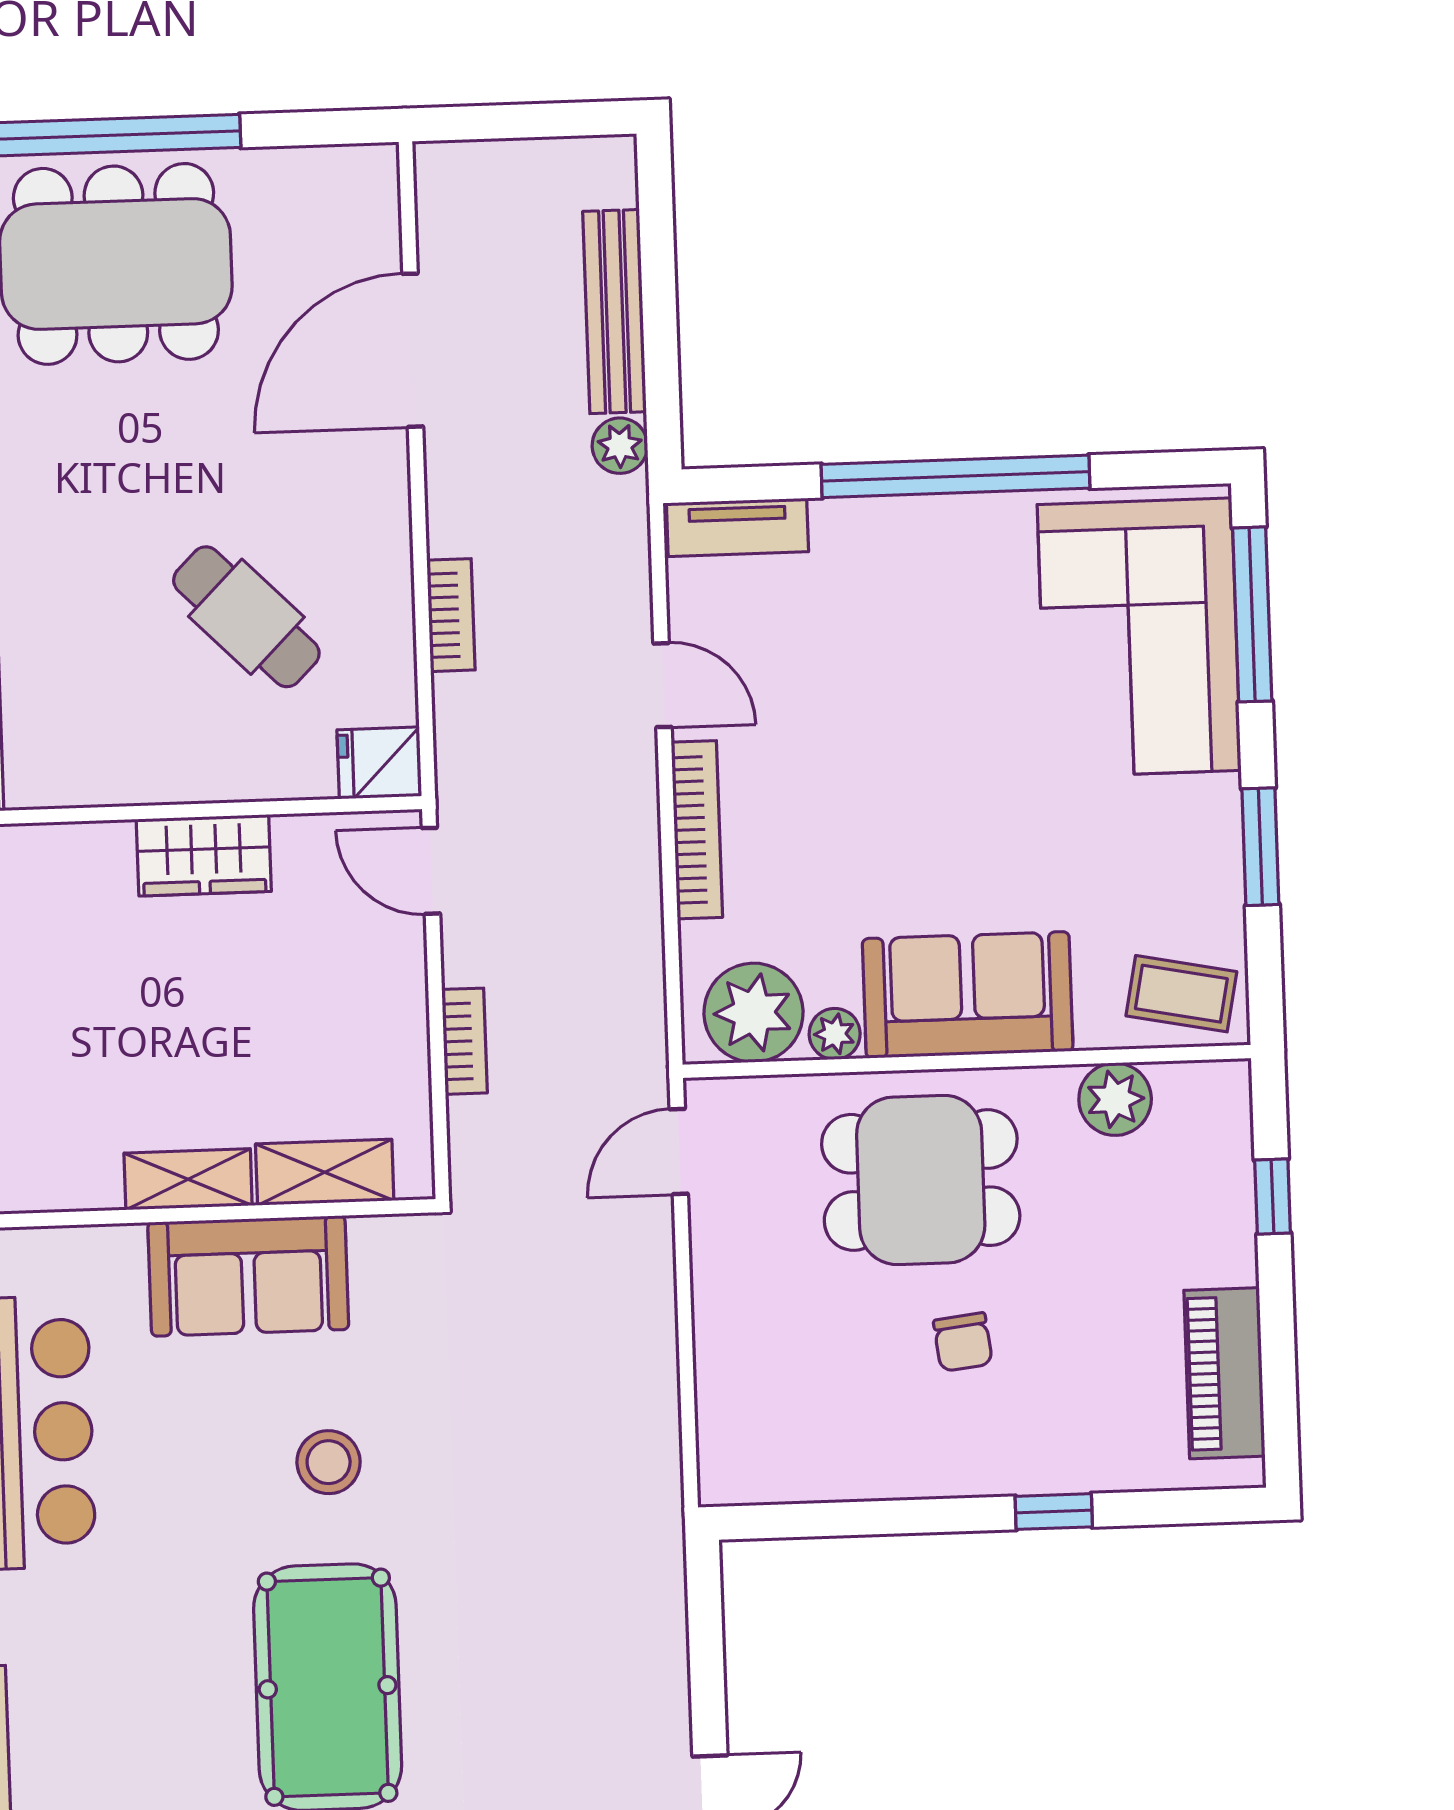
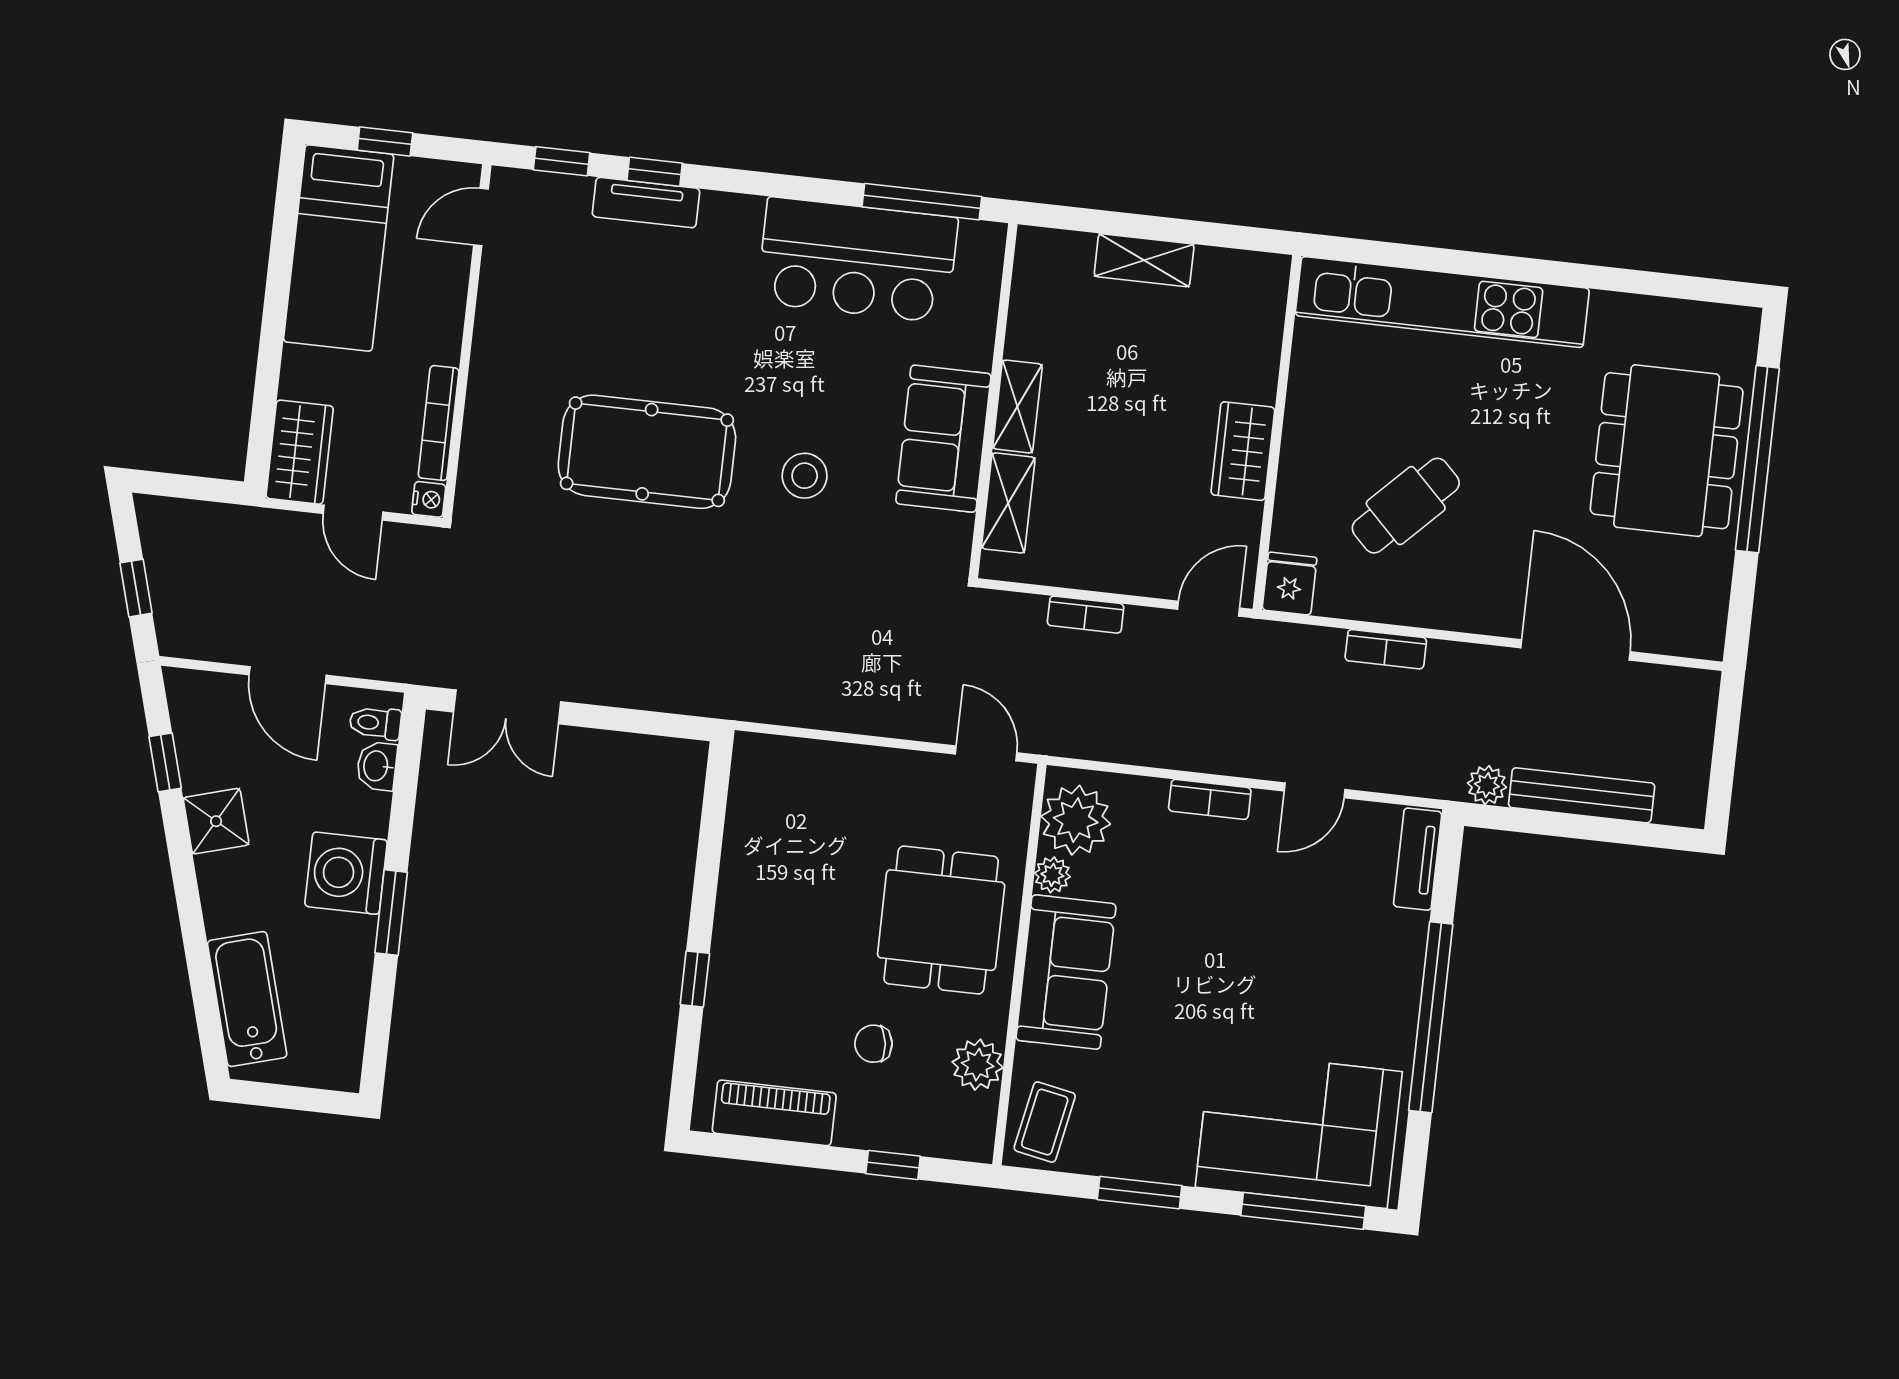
bookcase: (697, 830) -> (1210, 799), width x0.64
chair: (963, 1342) -> (873, 1044), moved

